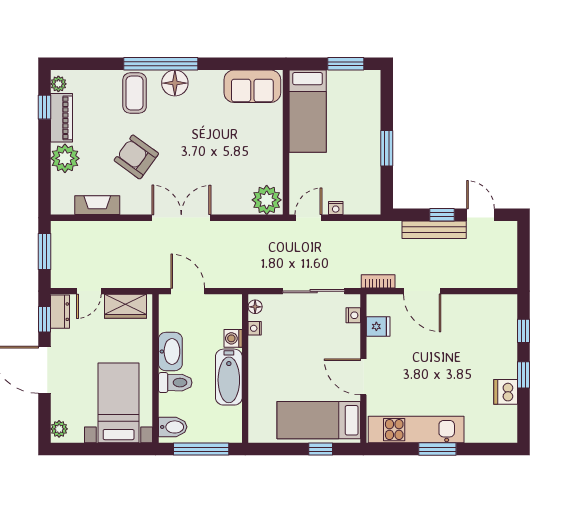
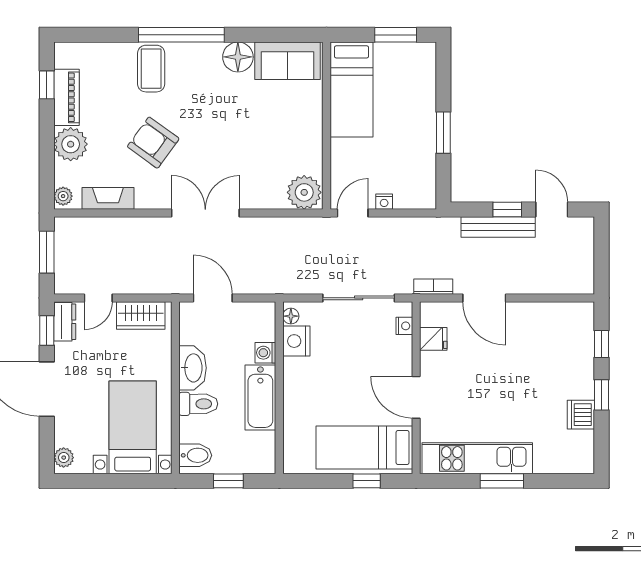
floor lamp: (175, 83) -> (238, 57), moved
plant: (58, 84) -> (63, 196), moved
nightstand: (255, 328) -> (296, 341), width x1.89, depth x1.79
window: (201, 449) -> (228, 481), width x0.46

